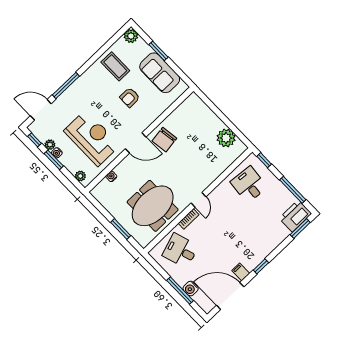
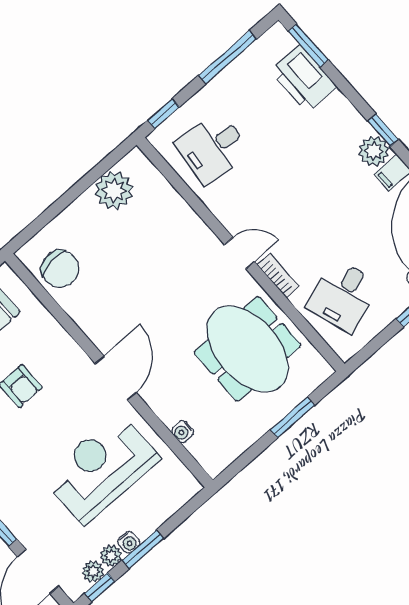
chair: (164, 140) -> (60, 269), moved
plant: (80, 176) -> (93, 571), moved
printer: (295, 216) -> (303, 79), moved
plant: (251, 262) -> (374, 151), added

